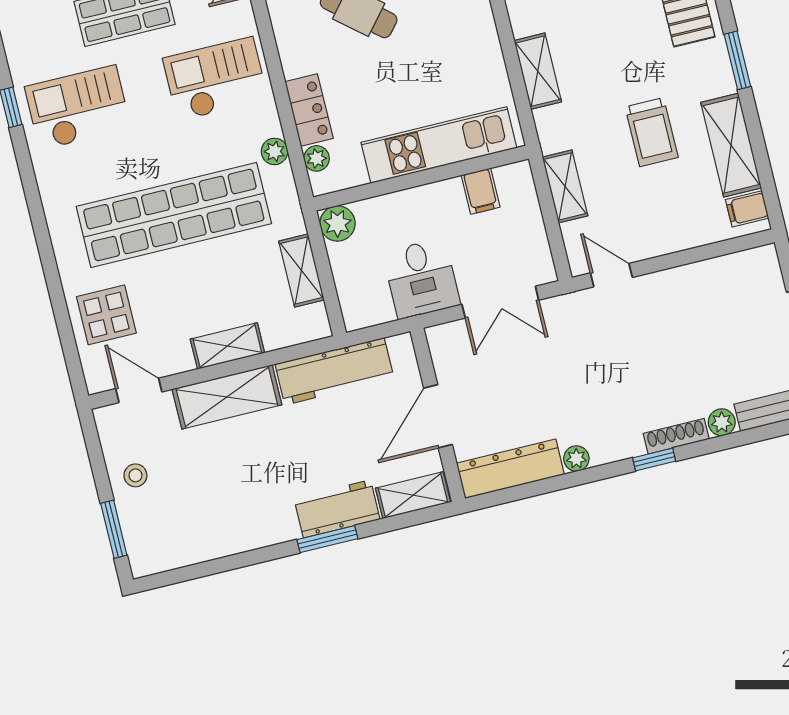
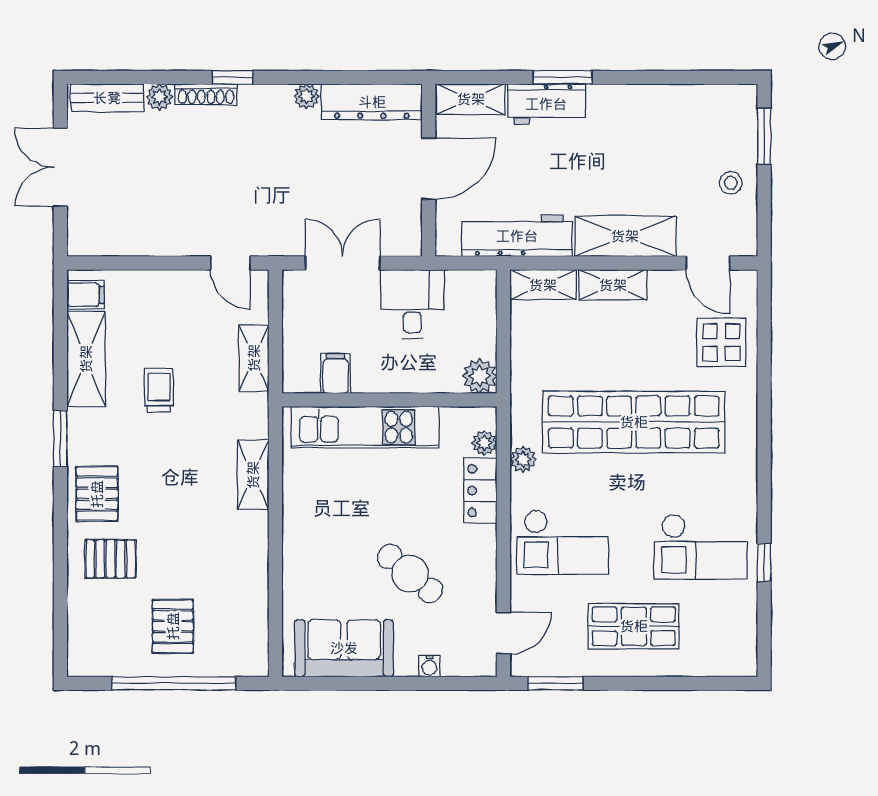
trolley: (652, 132) -> (159, 390), width x0.73, depth x0.72
shelving: (301, 271) -> (543, 285), moved, turned 90

